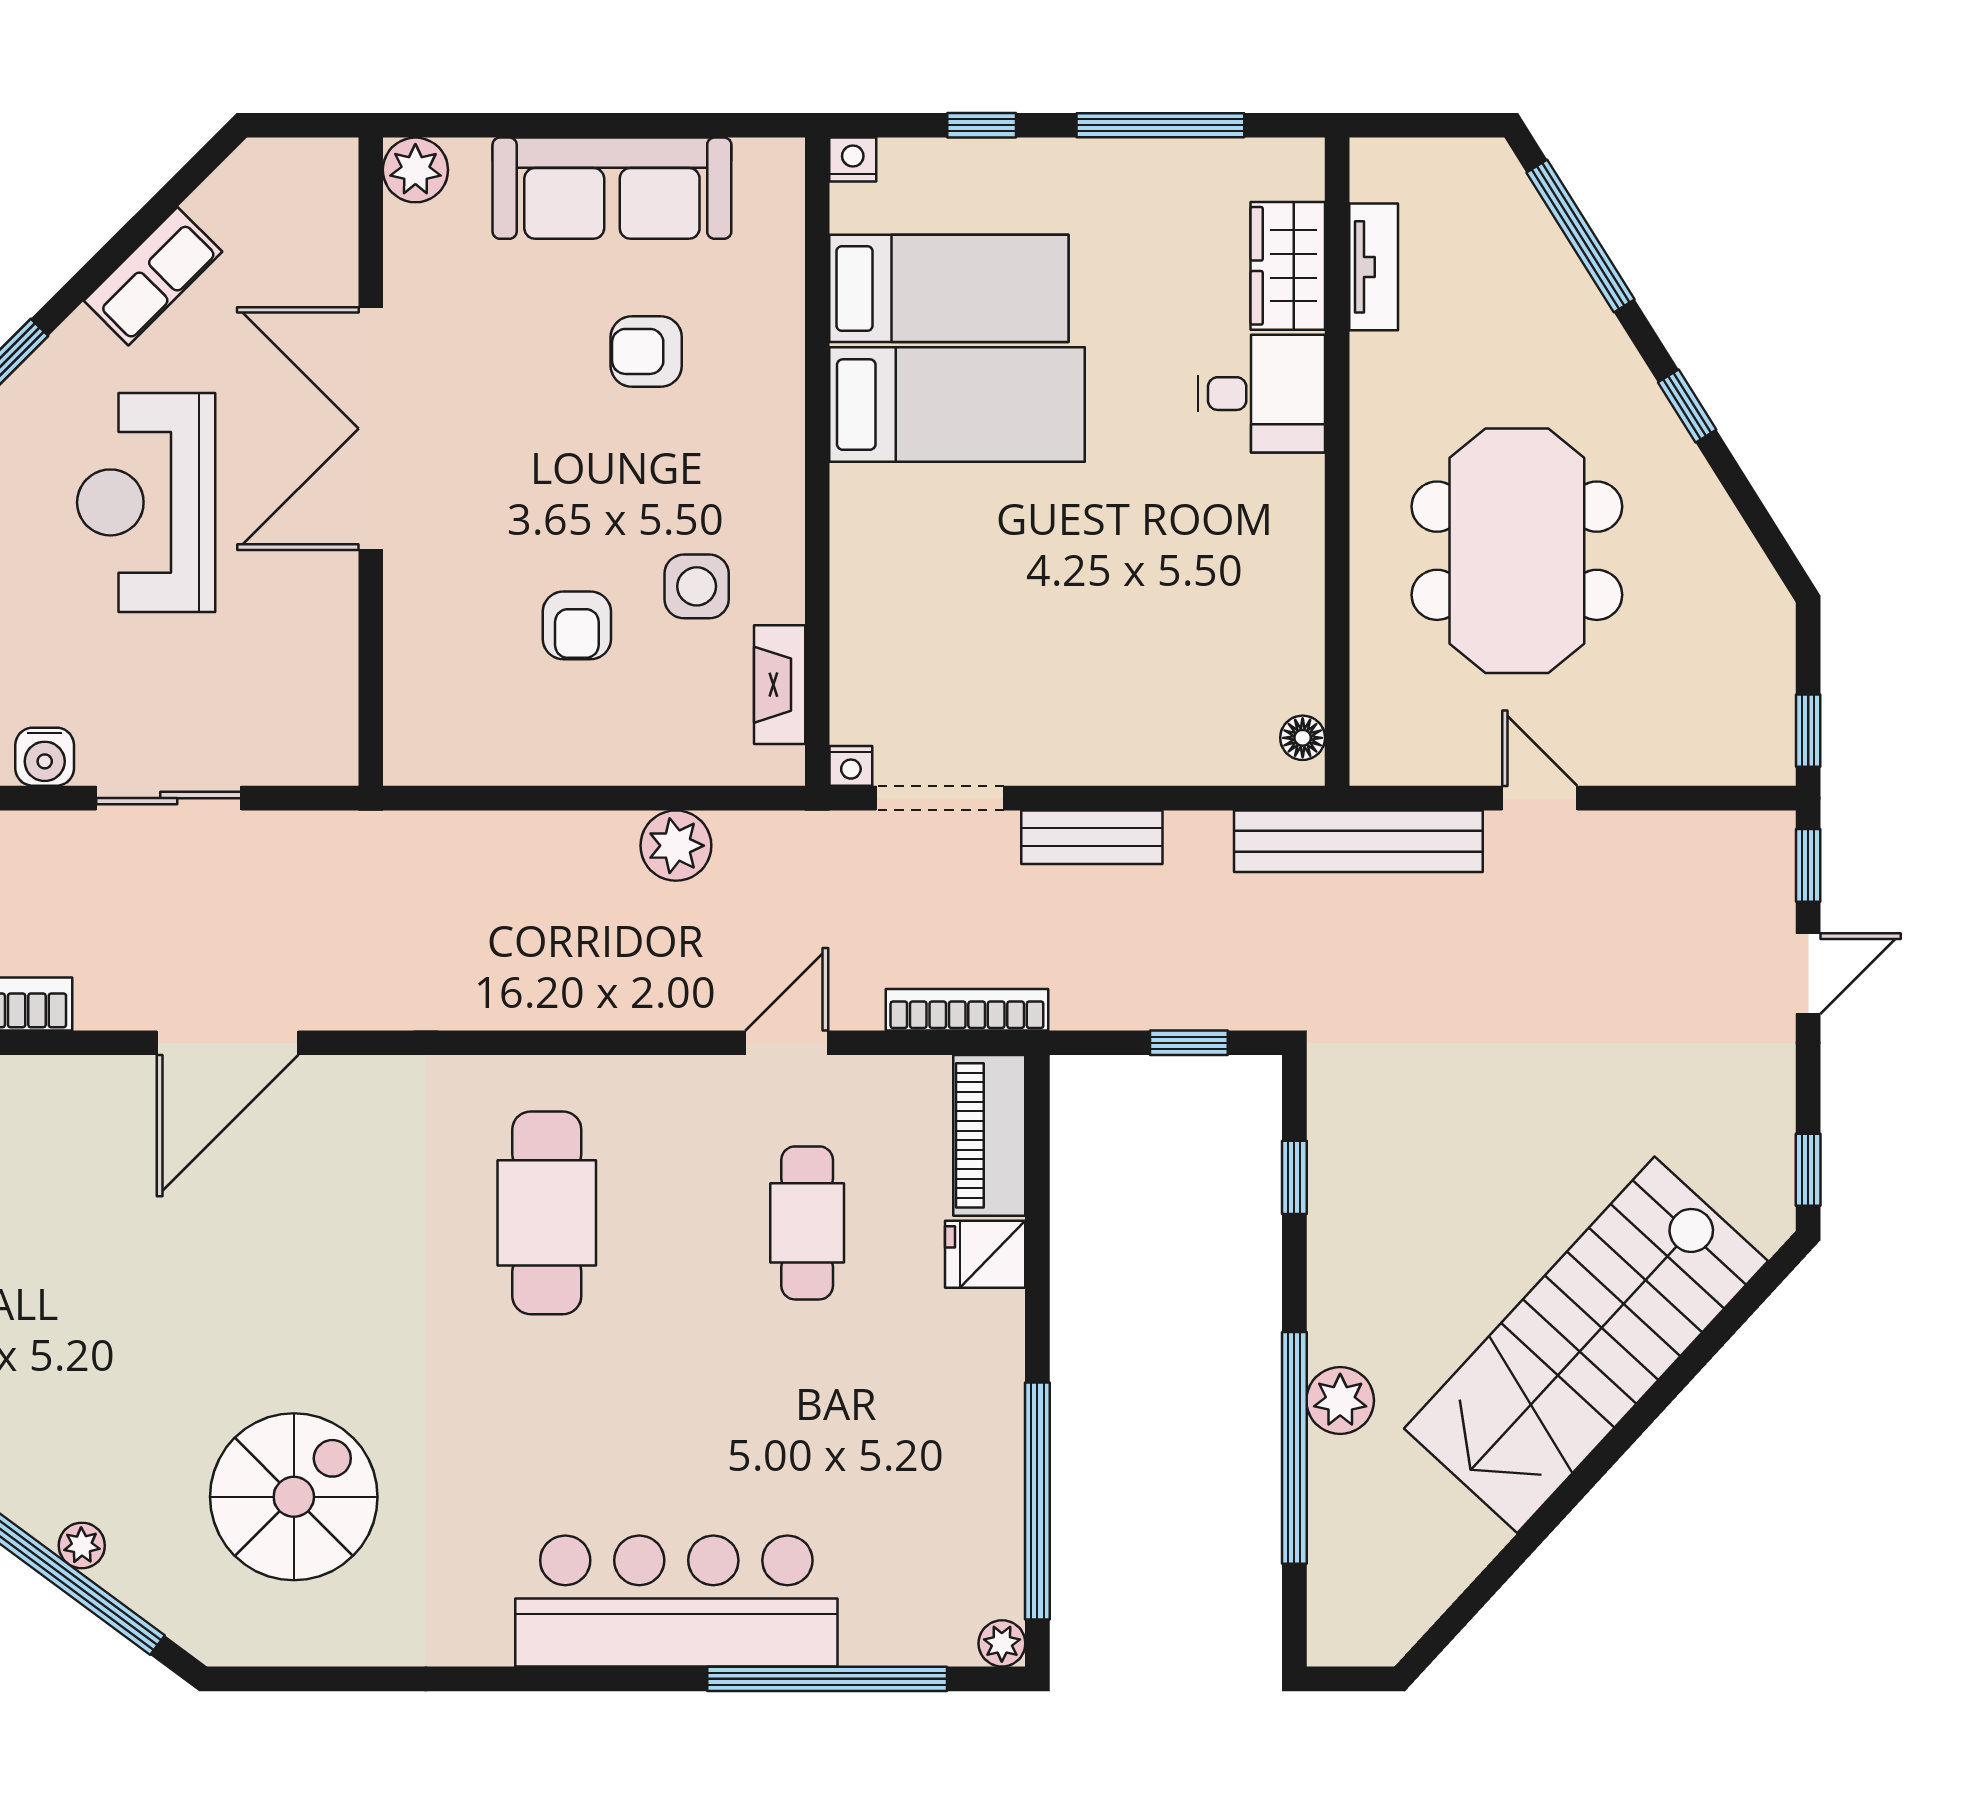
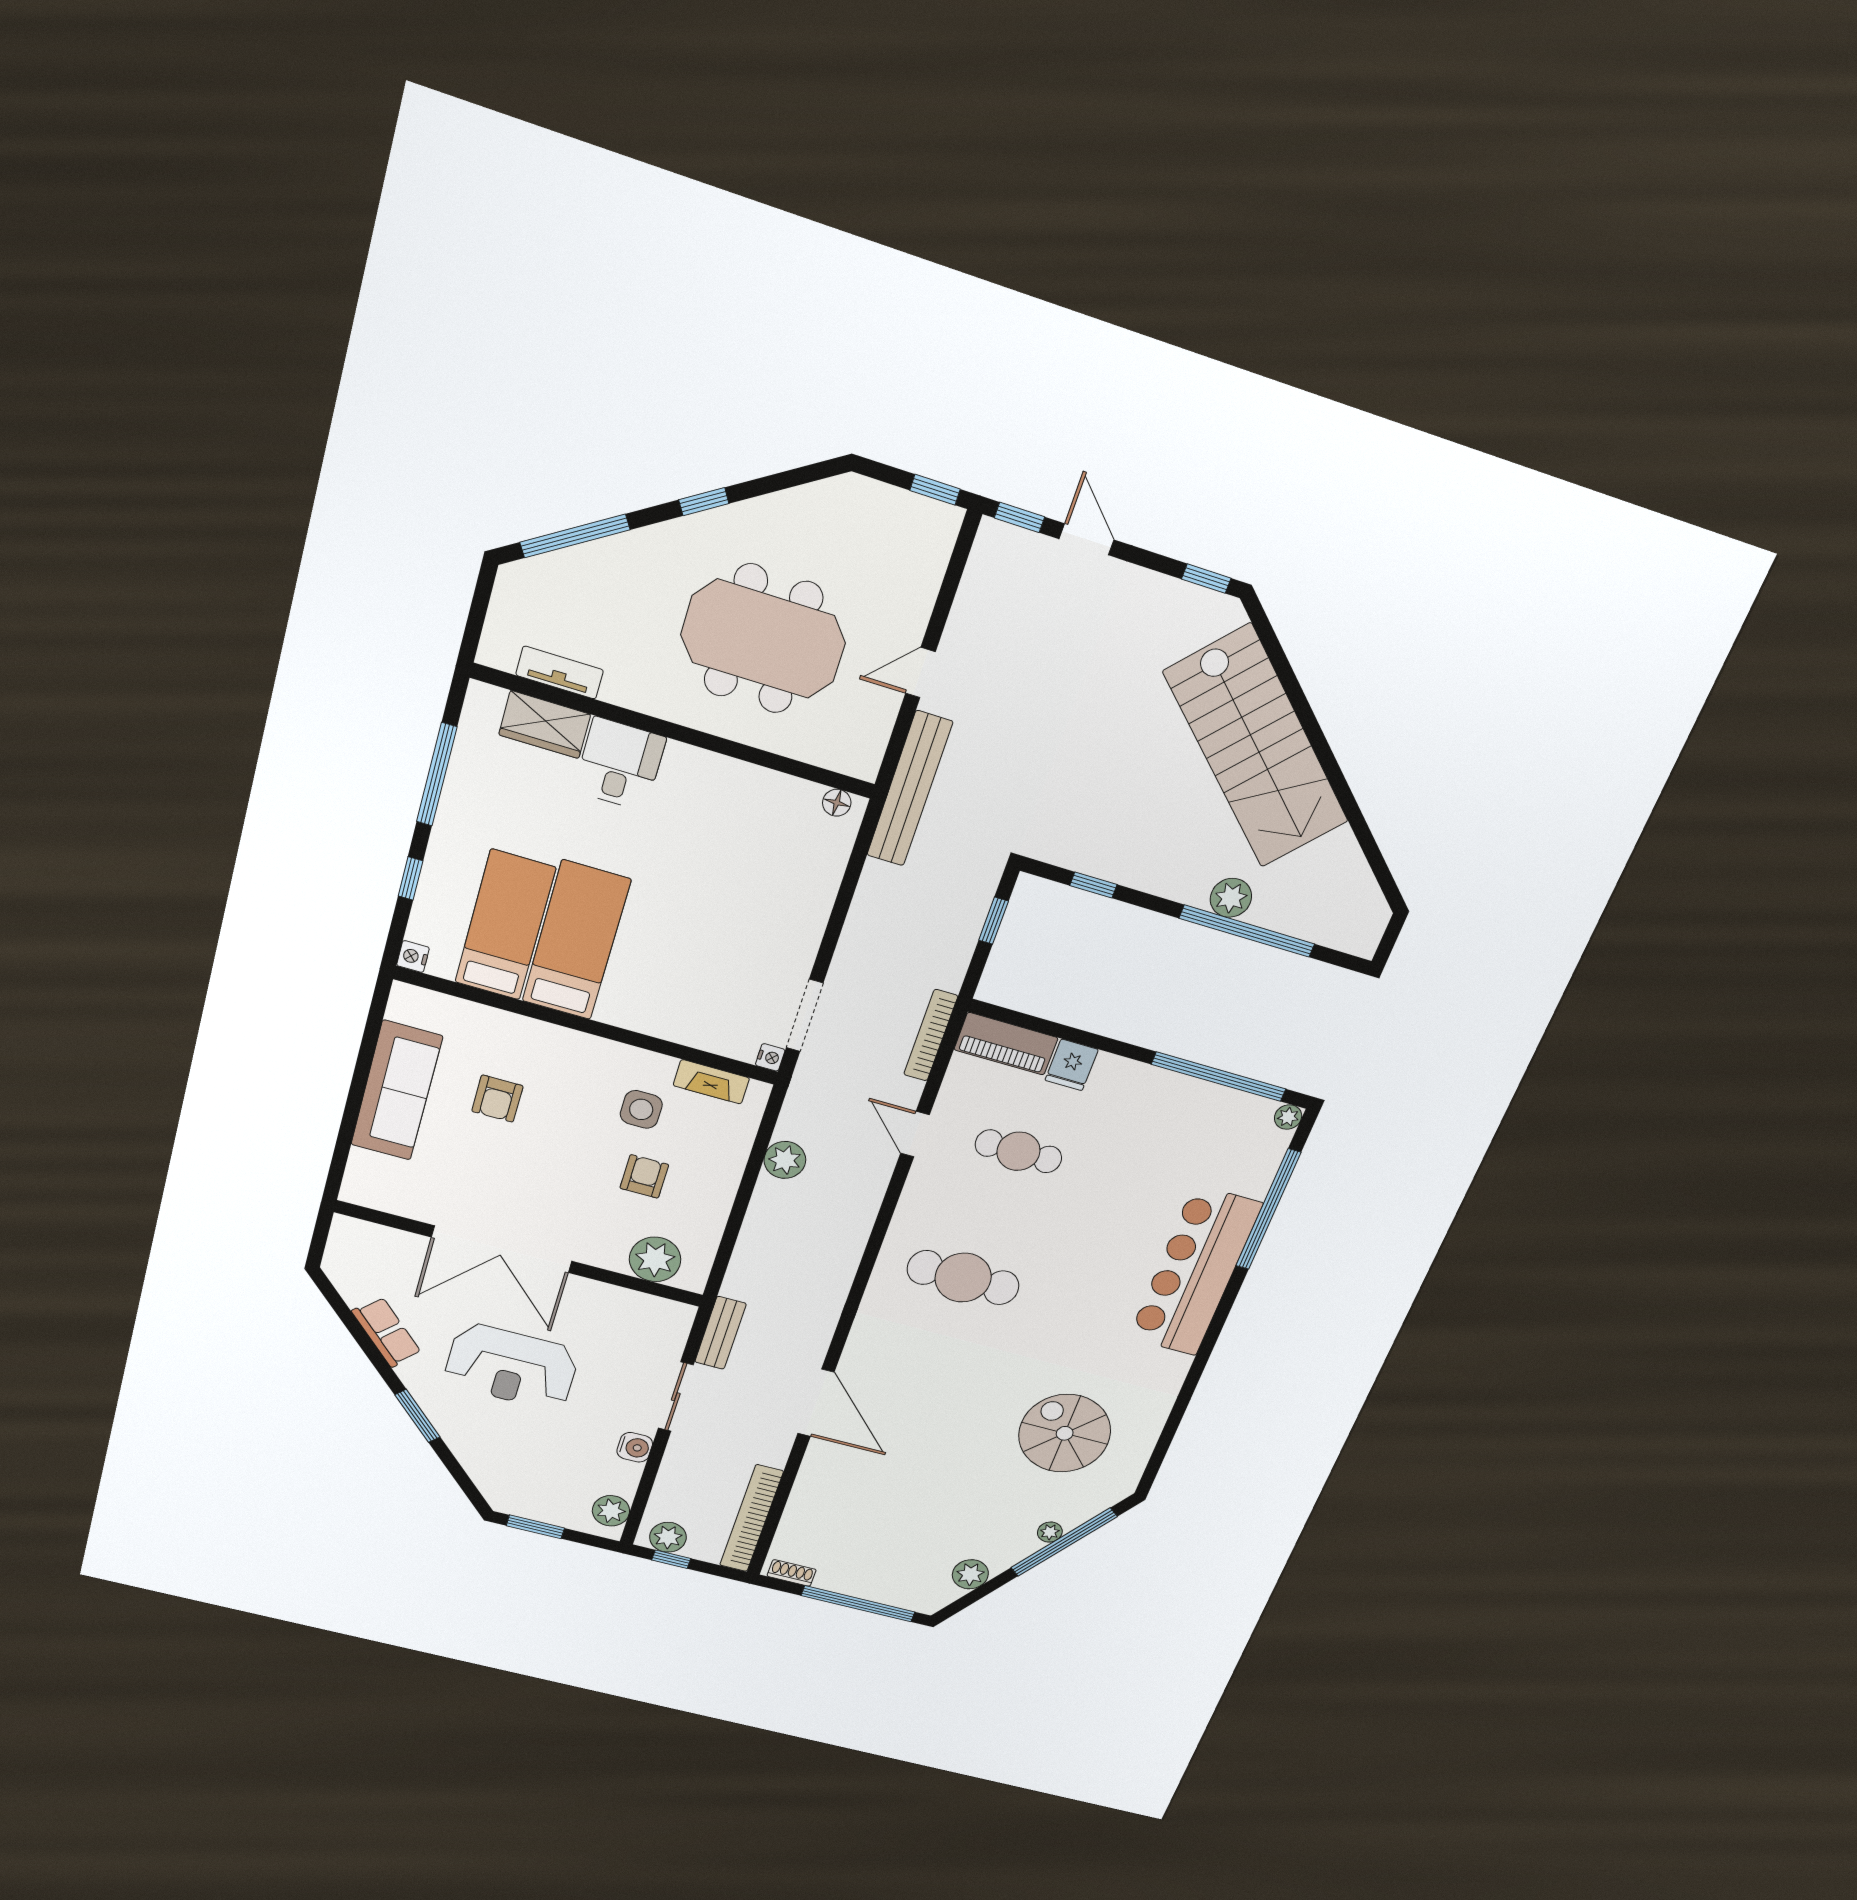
plant: (415, 170) -> (655, 1259), moved, width x1.36, depth x1.36
armchair: (577, 625) -> (644, 1176), turned -90
bench: (1092, 837) -> (720, 1333), moved

